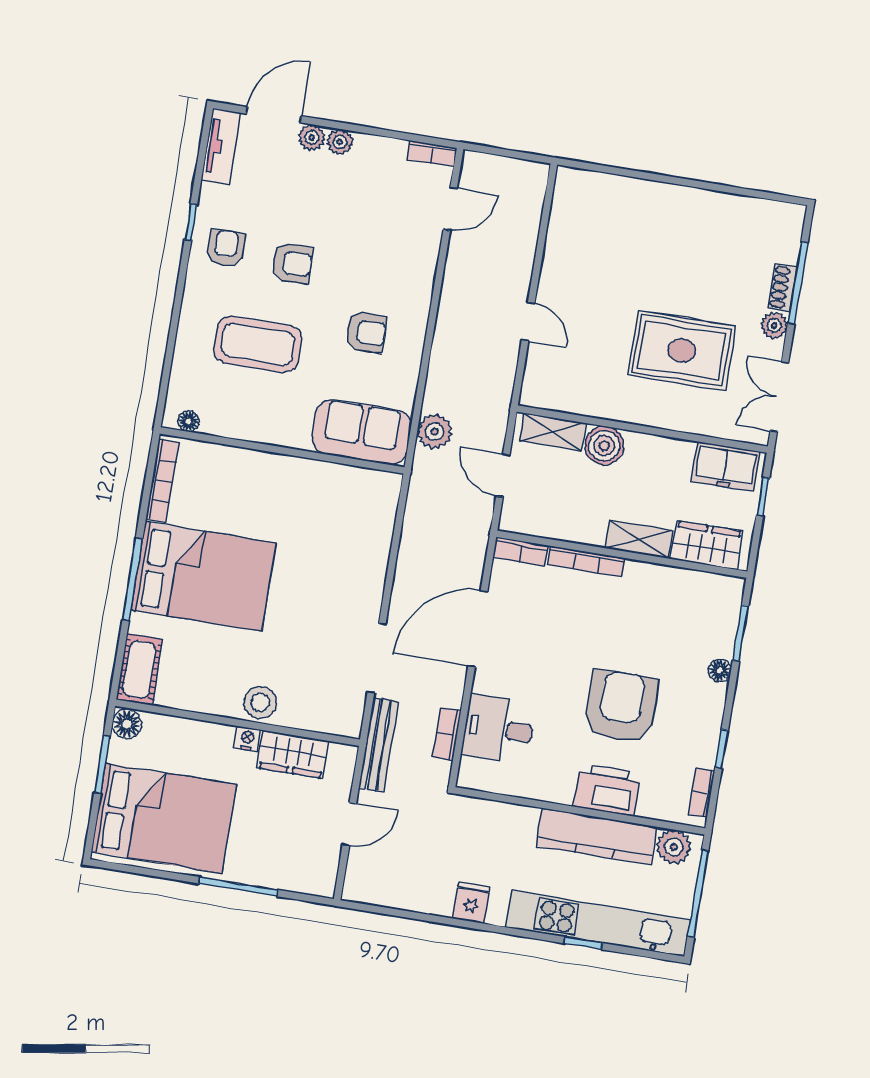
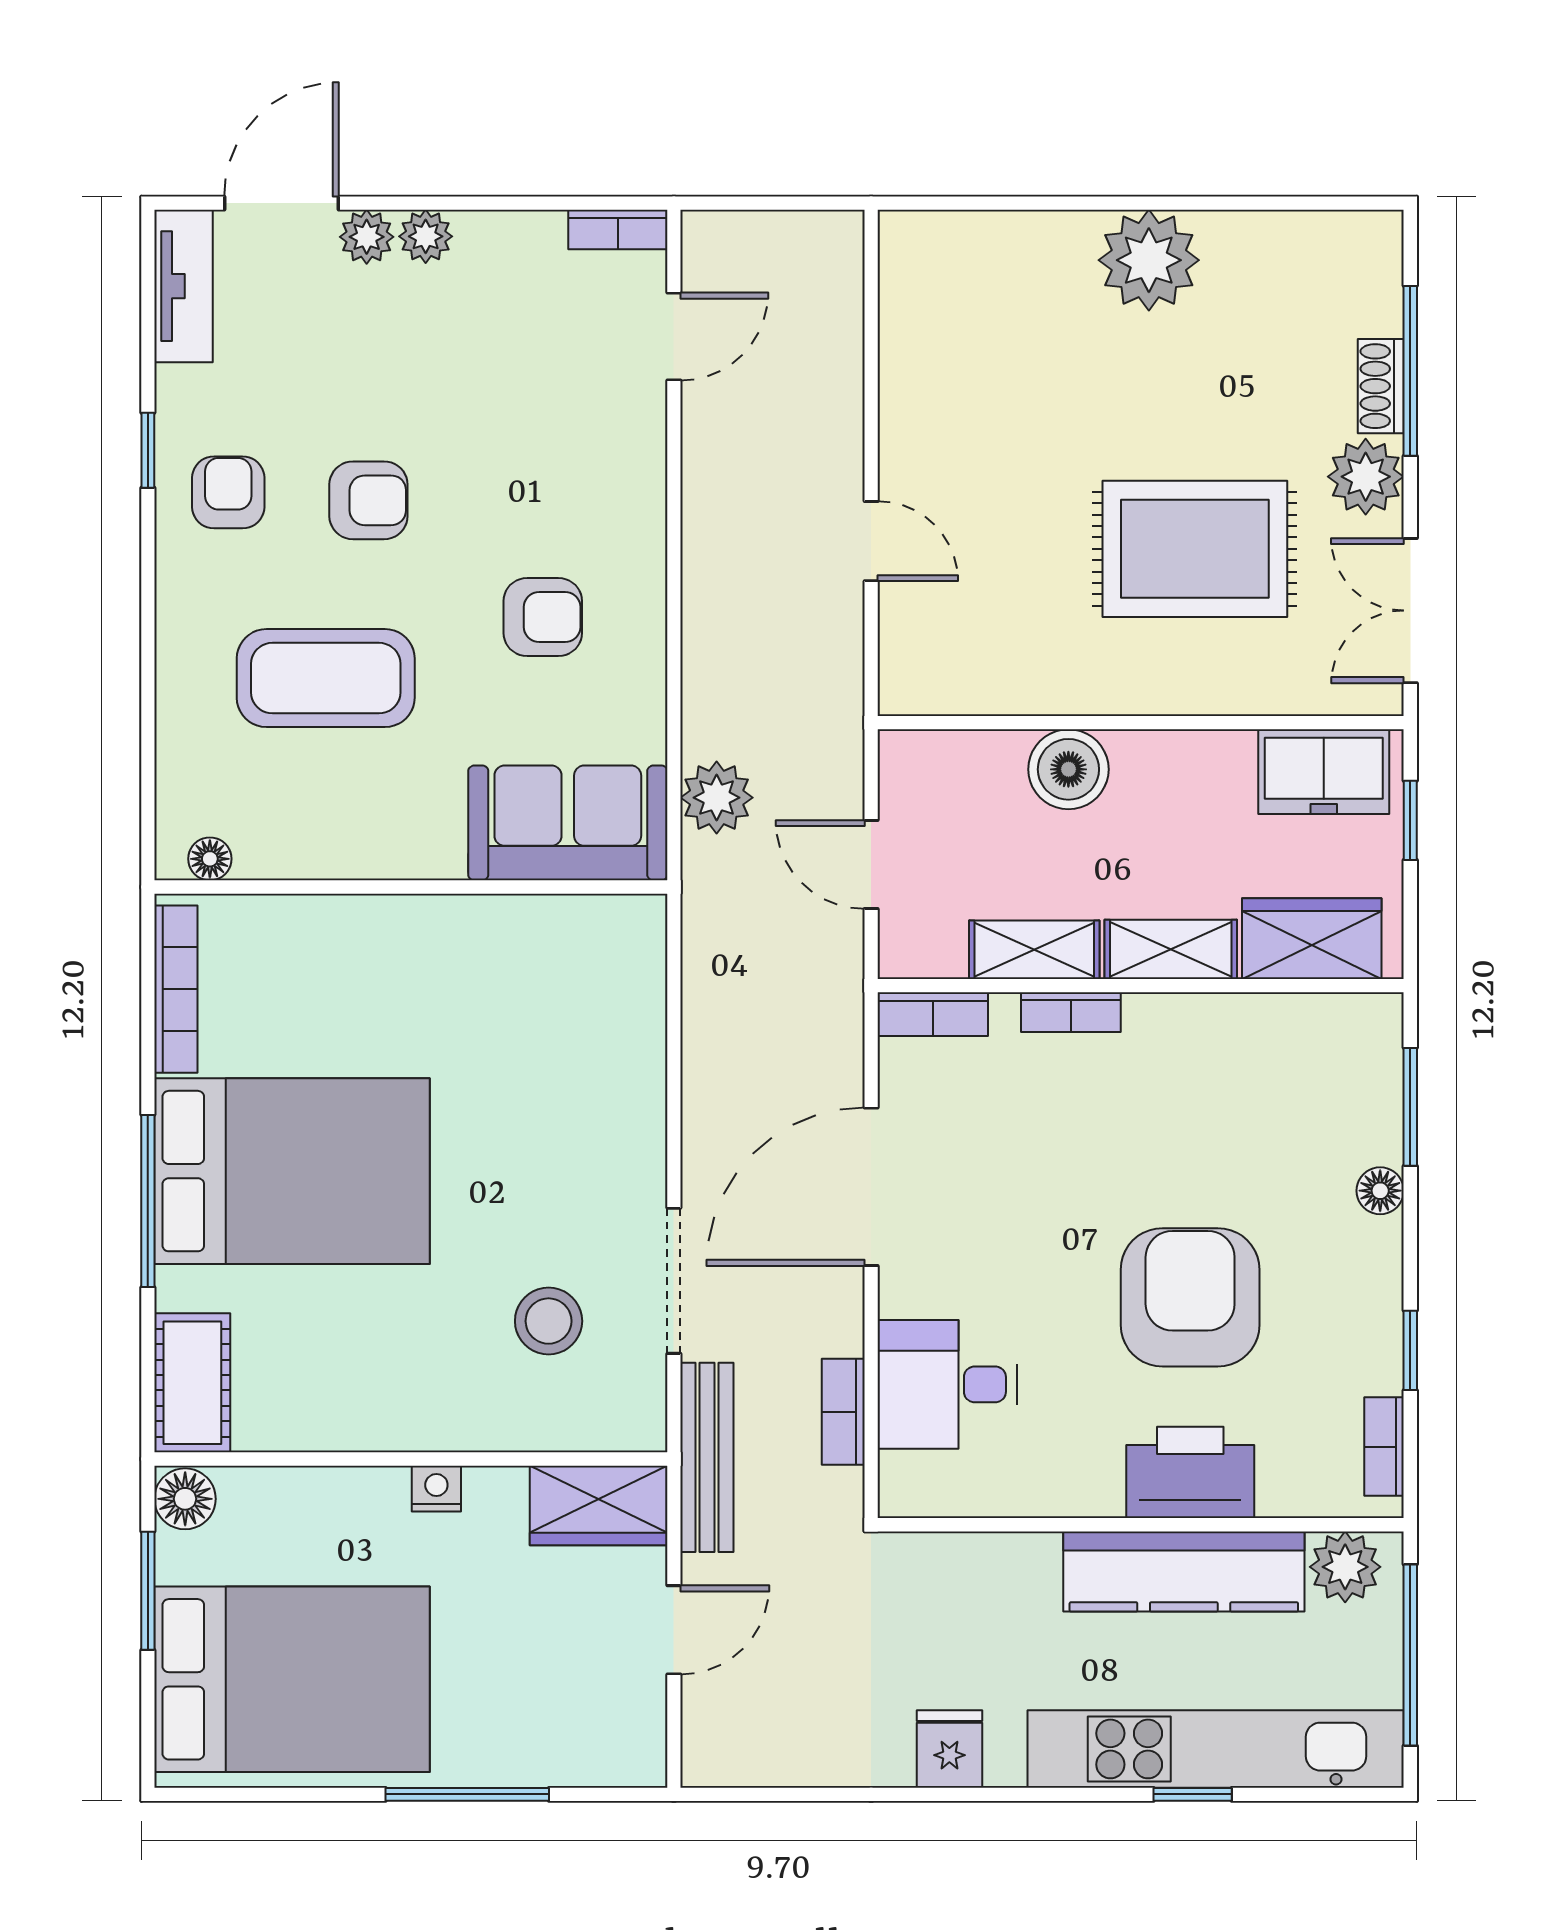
plant: (682, 210) -> (1149, 260), added
plant: (774, 325) -> (1366, 477), width x1.38, depth x1.38
shelving: (552, 432) -> (1034, 950), moved
bookcase: (586, 561) -> (1071, 1012), width x0.64
stool: (260, 702) -> (549, 1321), moved
wardrobe: (293, 754) -> (599, 1505), moved

